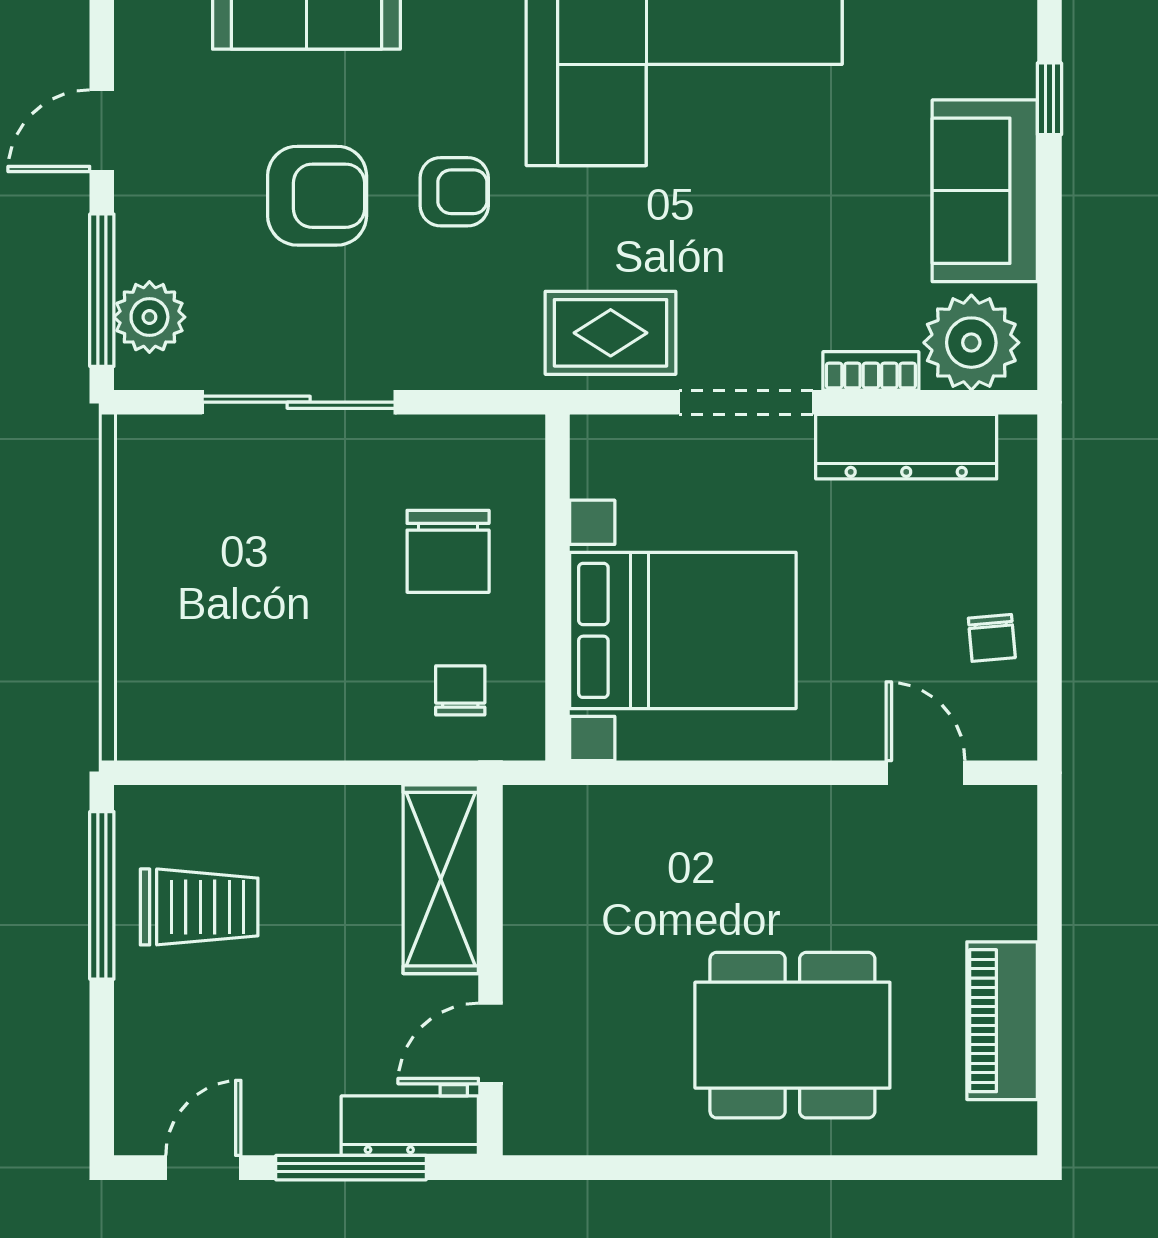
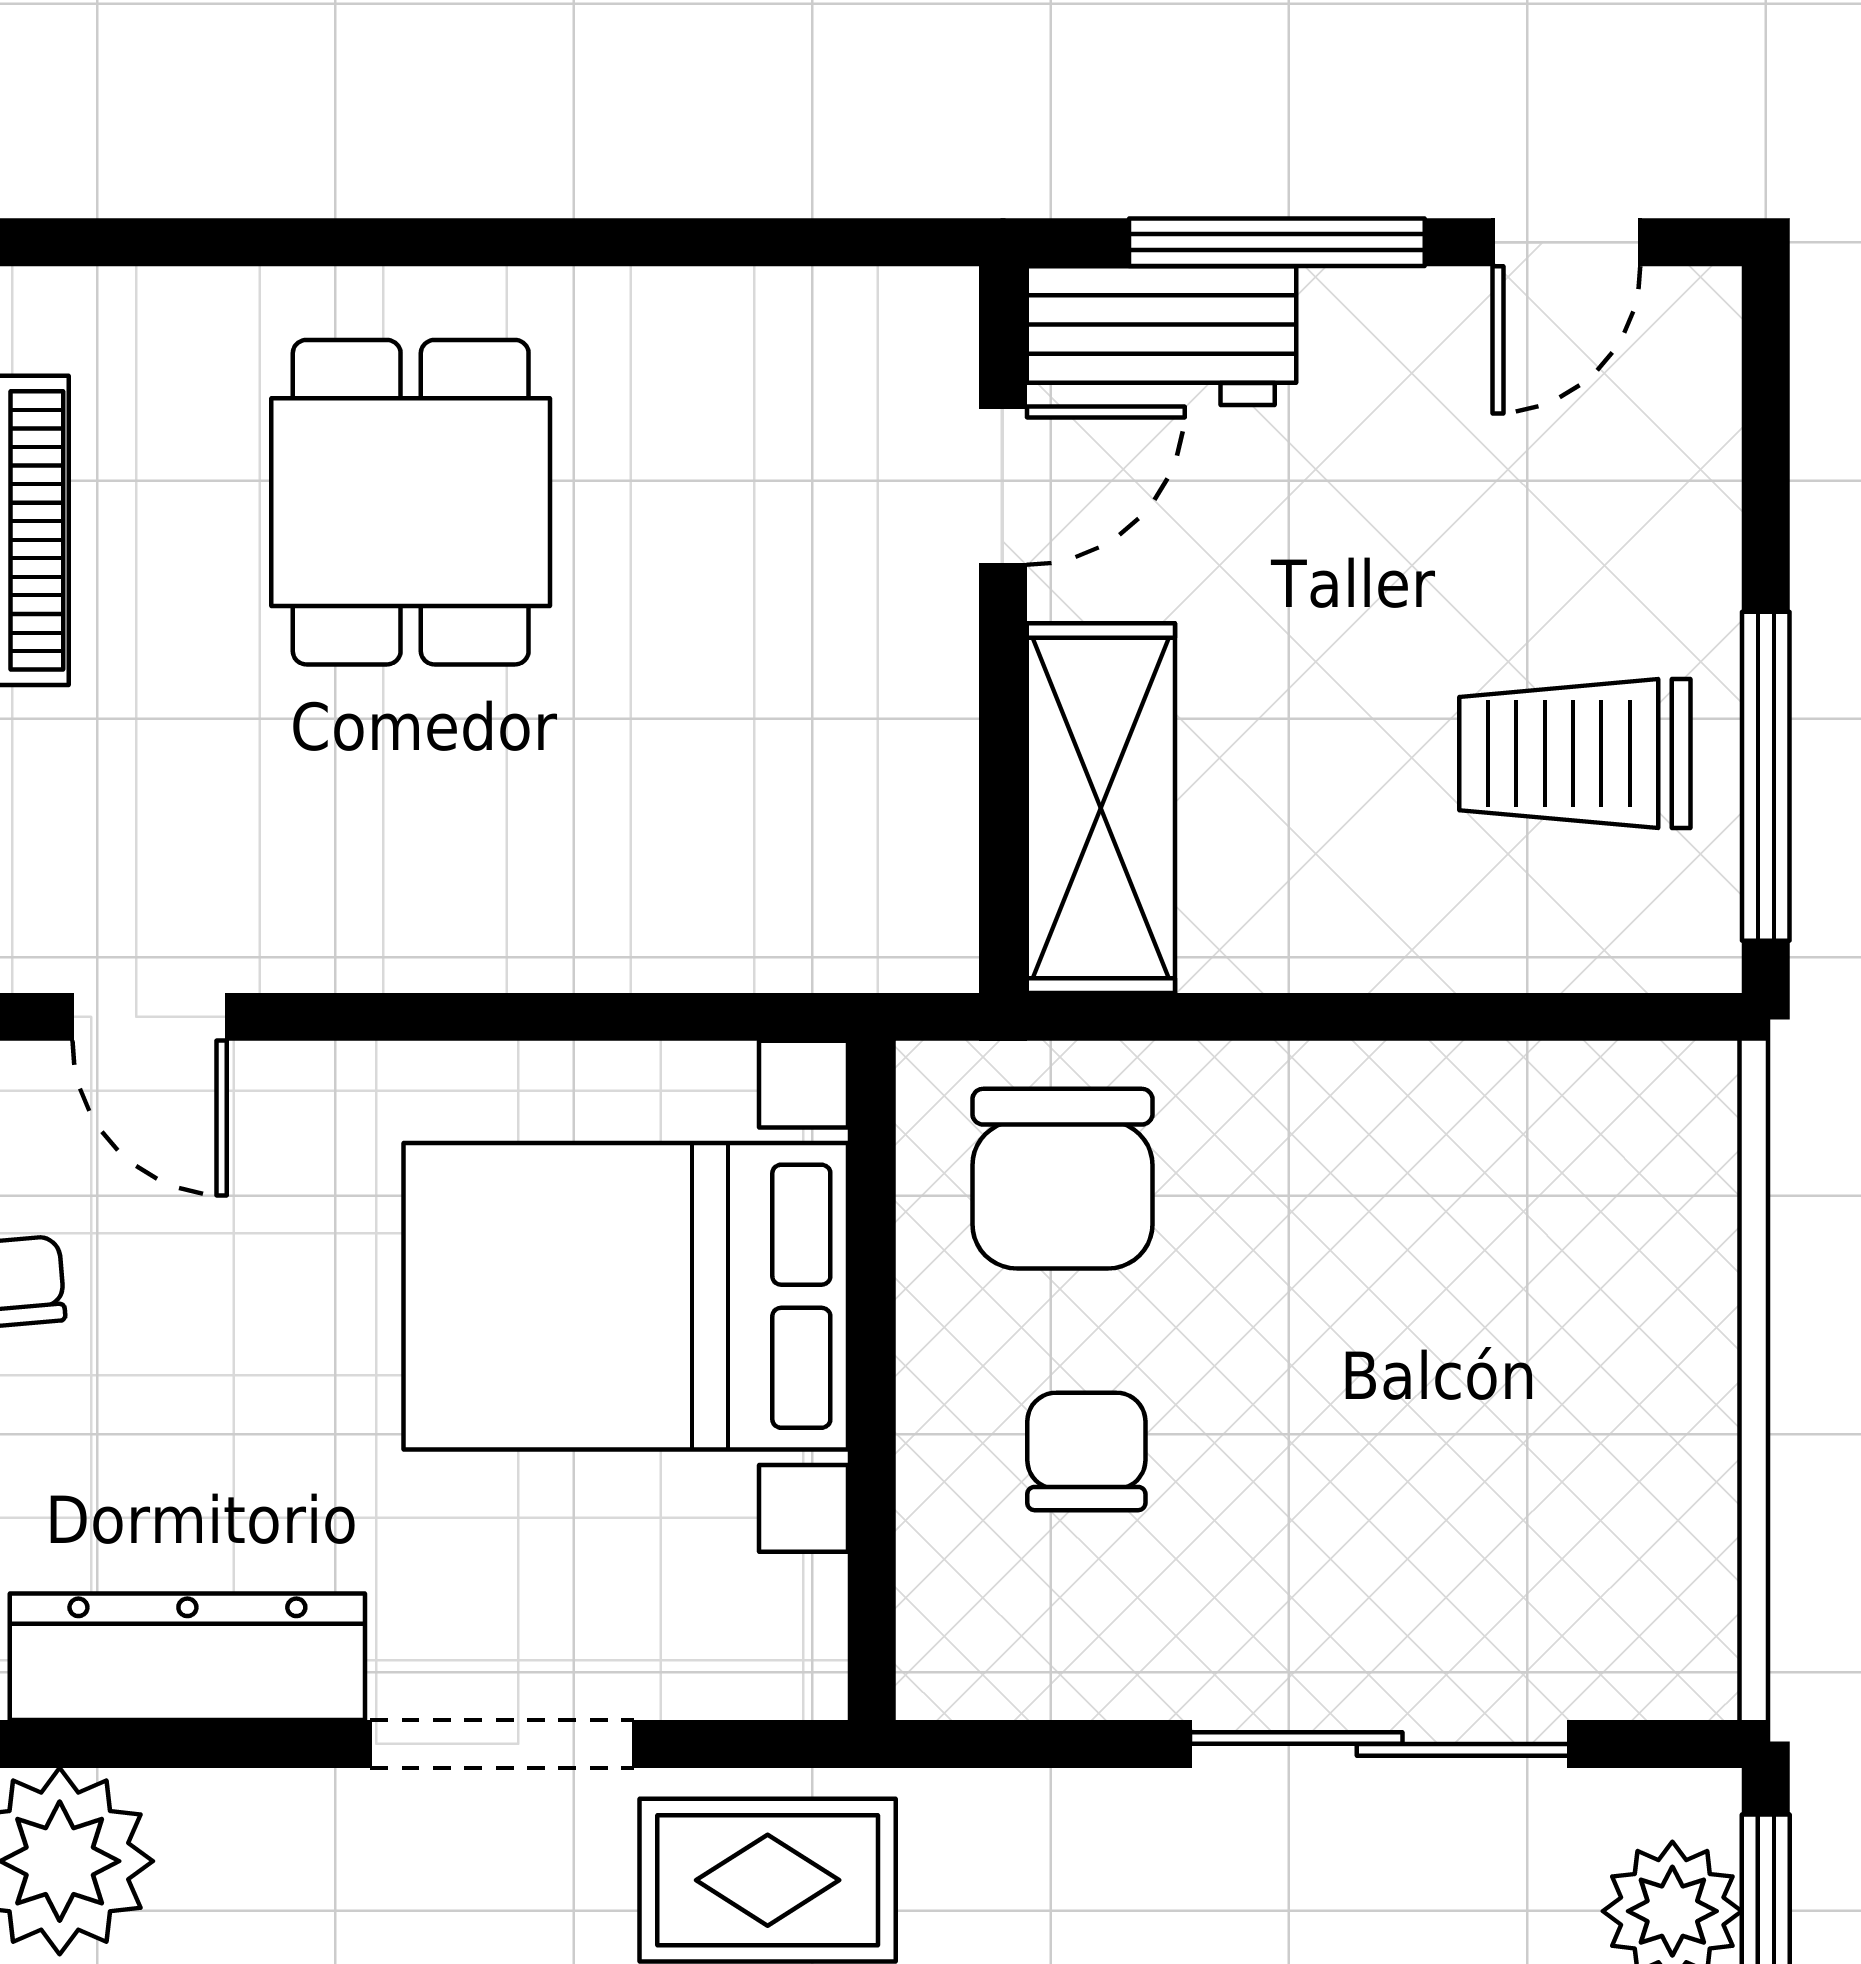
bookcase: (871, 371) -> (257, 1805), removed
chair: (448, 551) -> (1086, 1451), width x0.73, depth x0.73
chair: (460, 690) -> (1062, 1179), width x1.87, depth x1.87
dining table: (792, 1035) -> (411, 502), width x0.73

